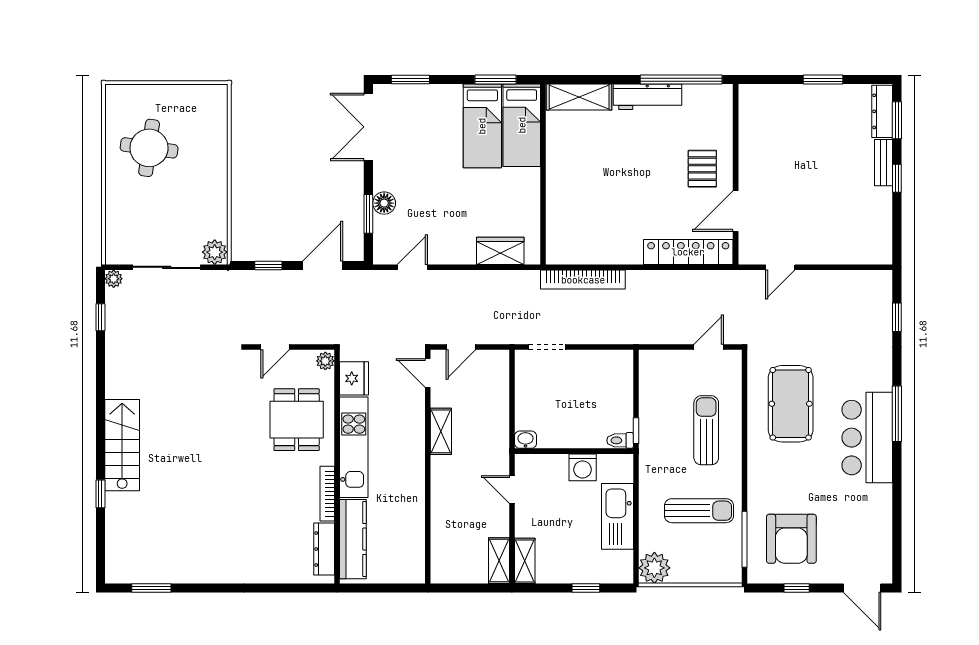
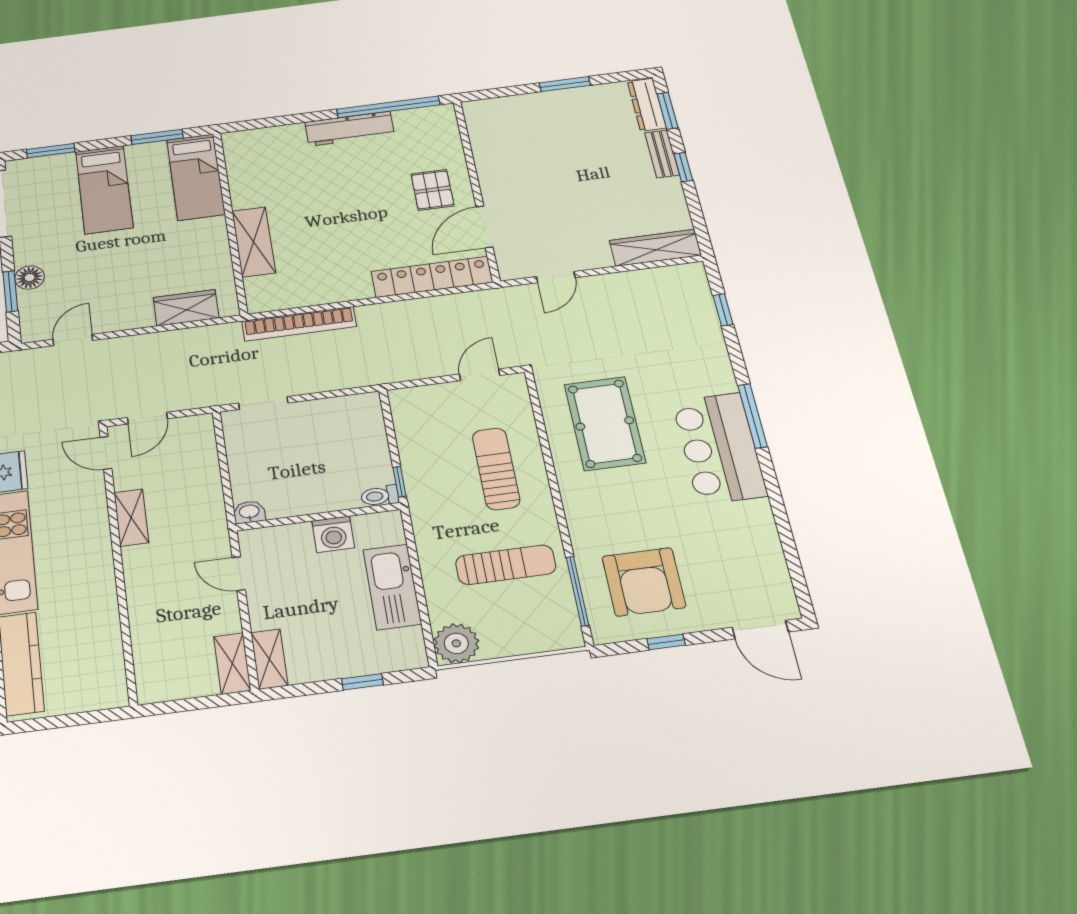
shelving: (579, 97) -> (254, 242), moved, turned 90
bed: (482, 126) -> (104, 189), moved
wardrobe: (860, 252) -> (655, 248), added

